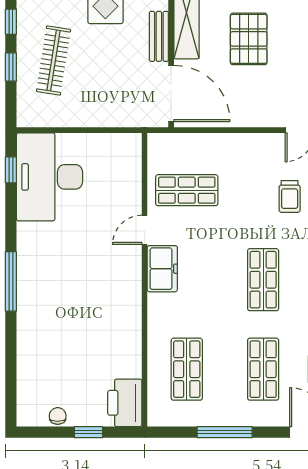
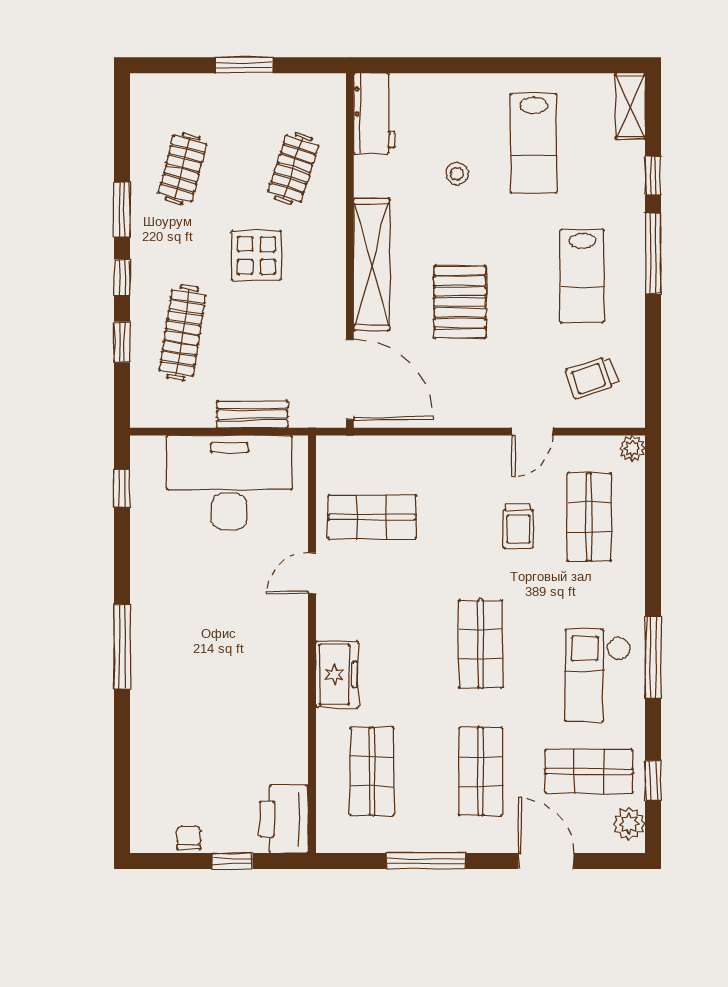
bench: (159, 36) -> (252, 414), moved, turned 90
desk: (49, 177) -> (229, 482), moved, turned 90
freezer: (162, 269) -> (337, 674), moved

